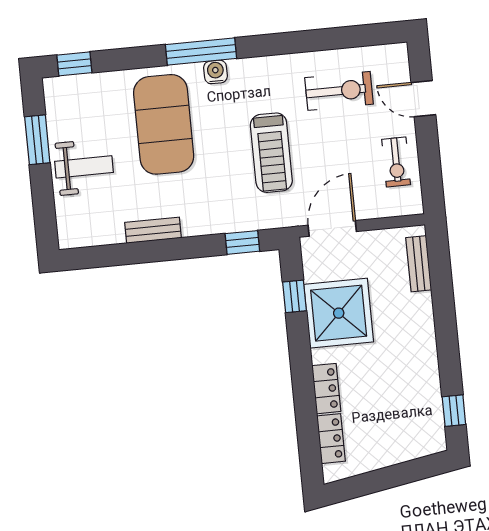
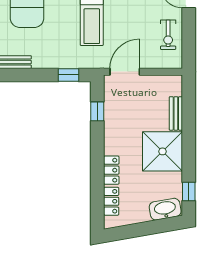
bench: (419, 264) -> (176, 113), moved
shower: (339, 313) -> (162, 151), moved
washbasin: (419, 443) -> (165, 209), added

